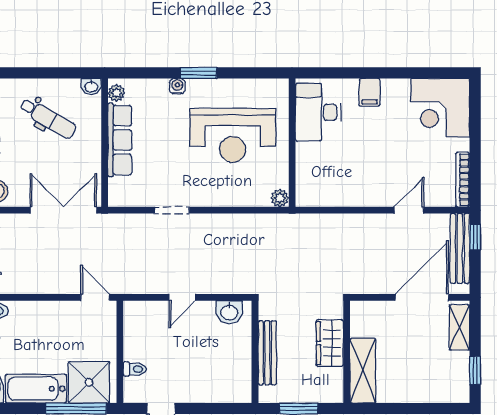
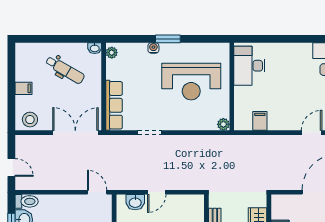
filing cabinet: (370, 92) -> (260, 121), moved, turned 180
row of seats: (120, 140) -> (114, 105), moved
washbasin: (229, 312) -> (135, 202), moved

